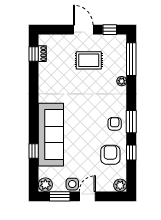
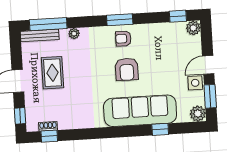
window: (110, 30) -> (20, 116), moved
bench: (122, 51) -> (40, 35), added
window: (131, 152) -> (178, 16), moved
armchair: (110, 155) -> (127, 69), moved, turned -90
door: (87, 196) -> (208, 65), hinge flipped

